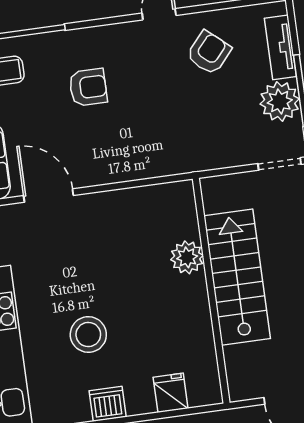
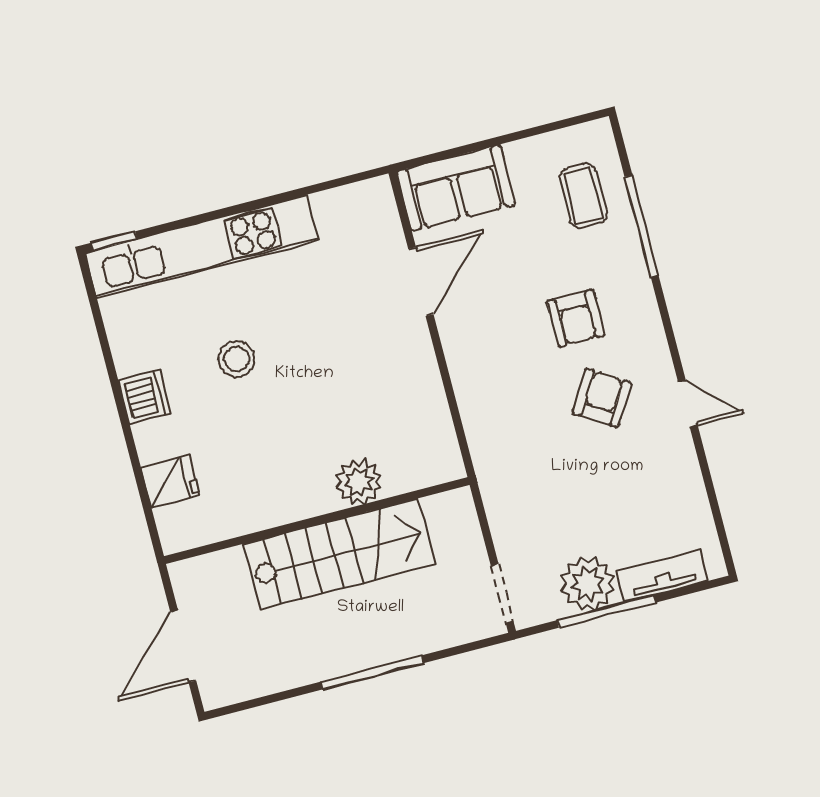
armchair: (209, 53) -> (602, 398), moved, turned -99
stool: (88, 334) -> (237, 359), width x0.73, depth x0.73

